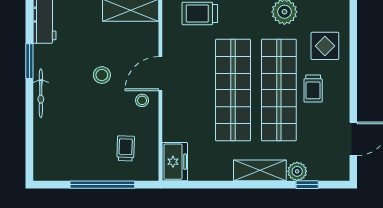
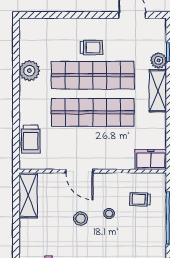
display table: (325, 46) -> (57, 38), removed
stool: (142, 100) -> (109, 213), moved

